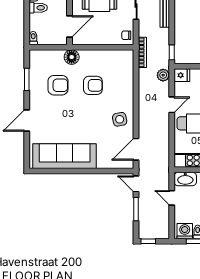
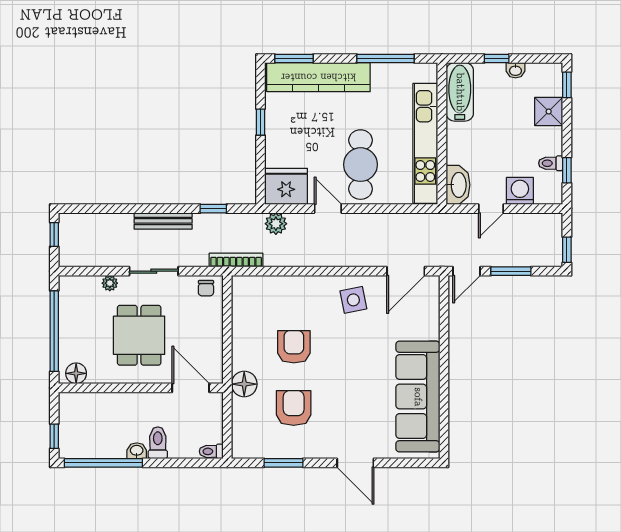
window: (172, 52) -> (213, 209), moved
fridge: (182, 75) -> (286, 186), width x1.88, depth x1.34
door: (136, 149) -> (406, 271), hinge flipped
washing machine: (185, 231) -> (520, 191), moved, turned 90

